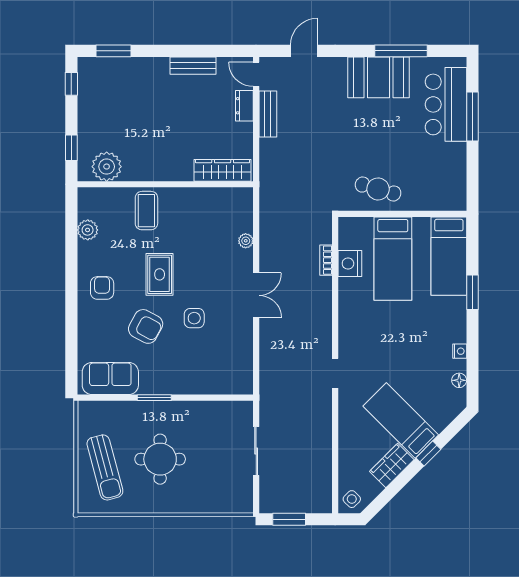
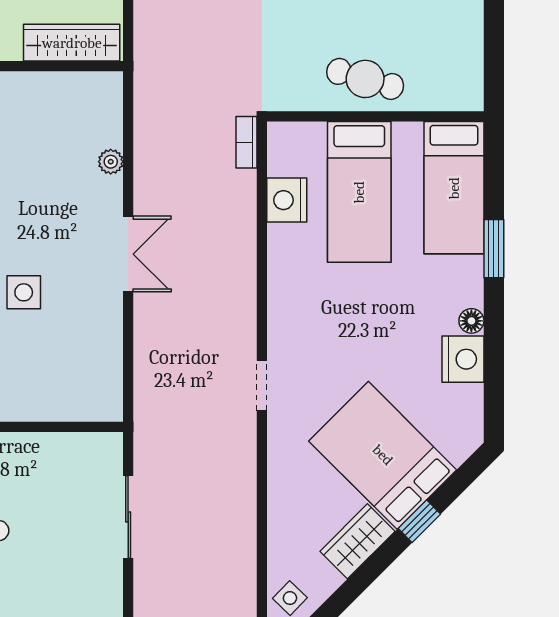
cafe table: (378, 189) -> (365, 79), moved
bookcase: (326, 260) -> (246, 142), moved
nightstand: (460, 351) -> (463, 359), width x1.89, depth x1.79
floor lamp: (459, 380) -> (471, 321), moved
bed: (401, 421) -> (383, 455), width x1.50

